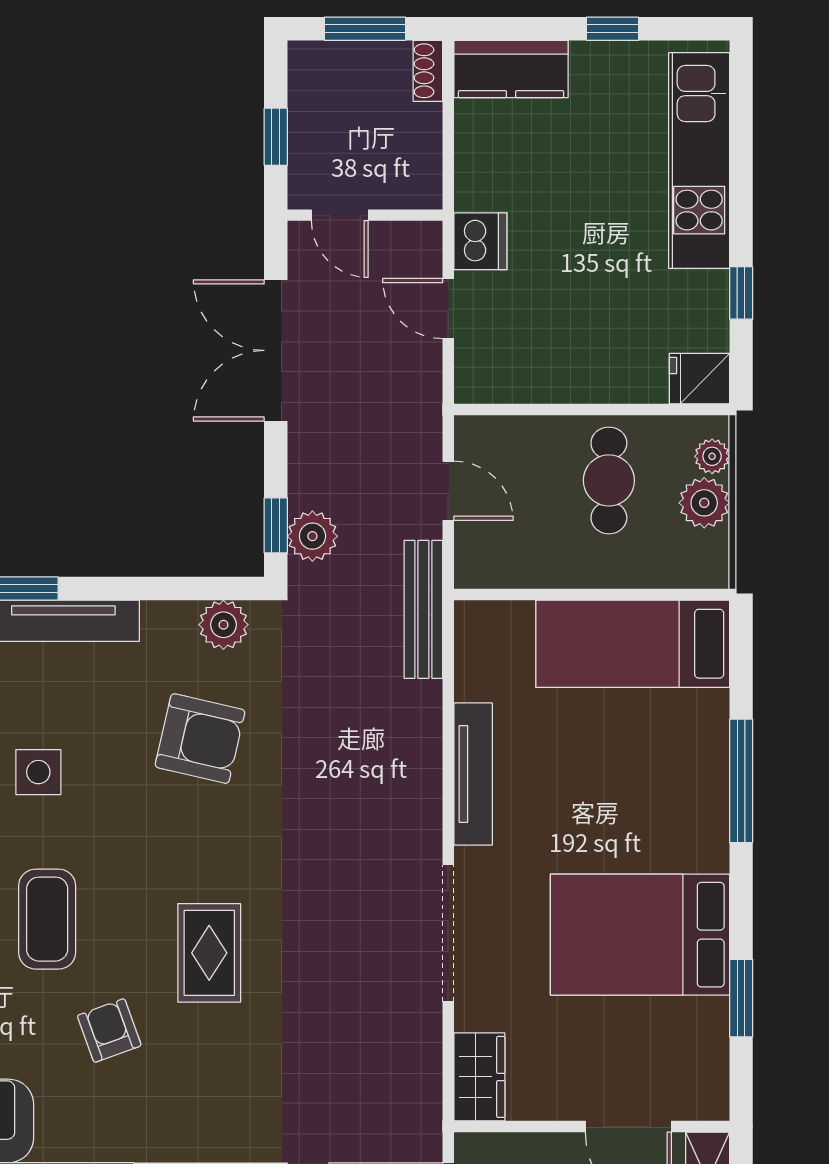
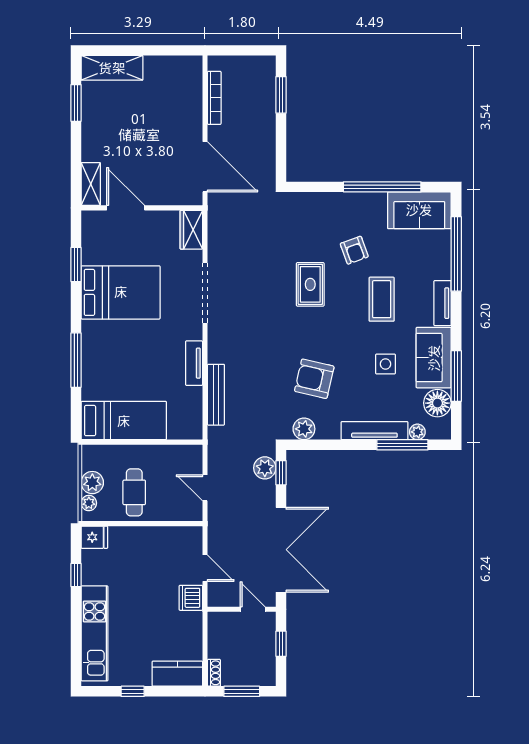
double door: (276, 350) -> (281, 550), width x1.36
bench: (423, 609) -> (216, 395), moved
tv unit: (473, 774) -> (194, 363), width x0.71

